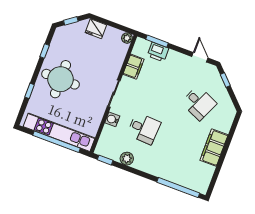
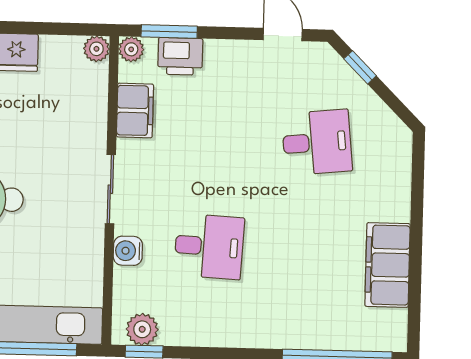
plant: (140, 43) -> (131, 49), added
desk: (199, 103) -> (317, 142), turned -30
filing cabinet: (214, 148) -> (388, 265), moved
plant: (127, 159) -> (142, 329), moved

